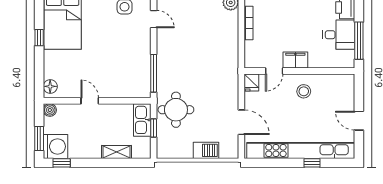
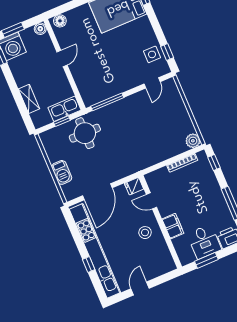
window: (359, 41) -> (206, 260), width x0.69
filing cabinet: (295, 60) -> (173, 226), moved
door: (241, 122) -> (97, 192), width x1.36

